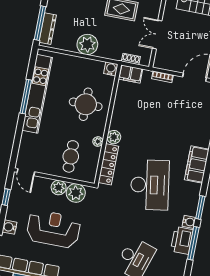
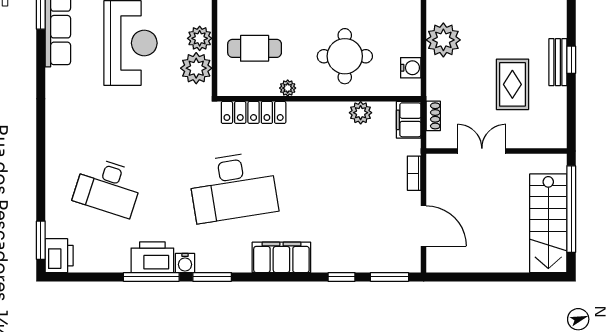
water cooler: (111, 69) -> (411, 68), moved
plant: (114, 137) -> (361, 113), moved

